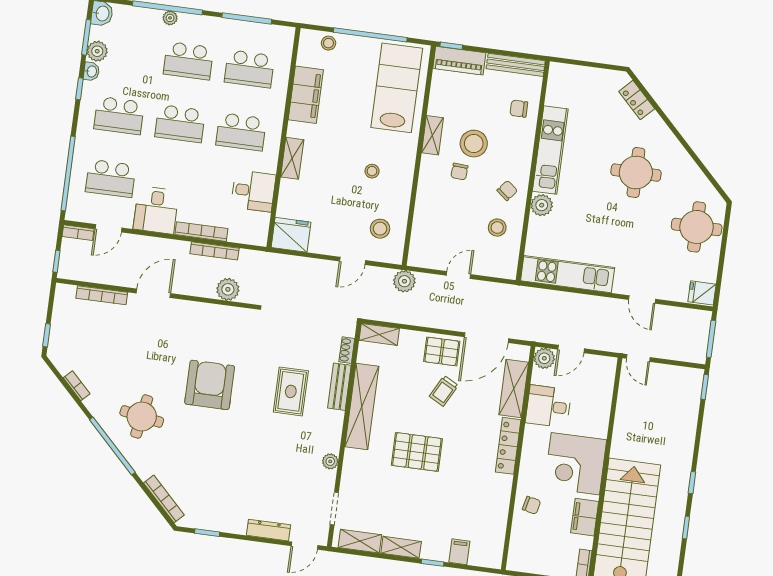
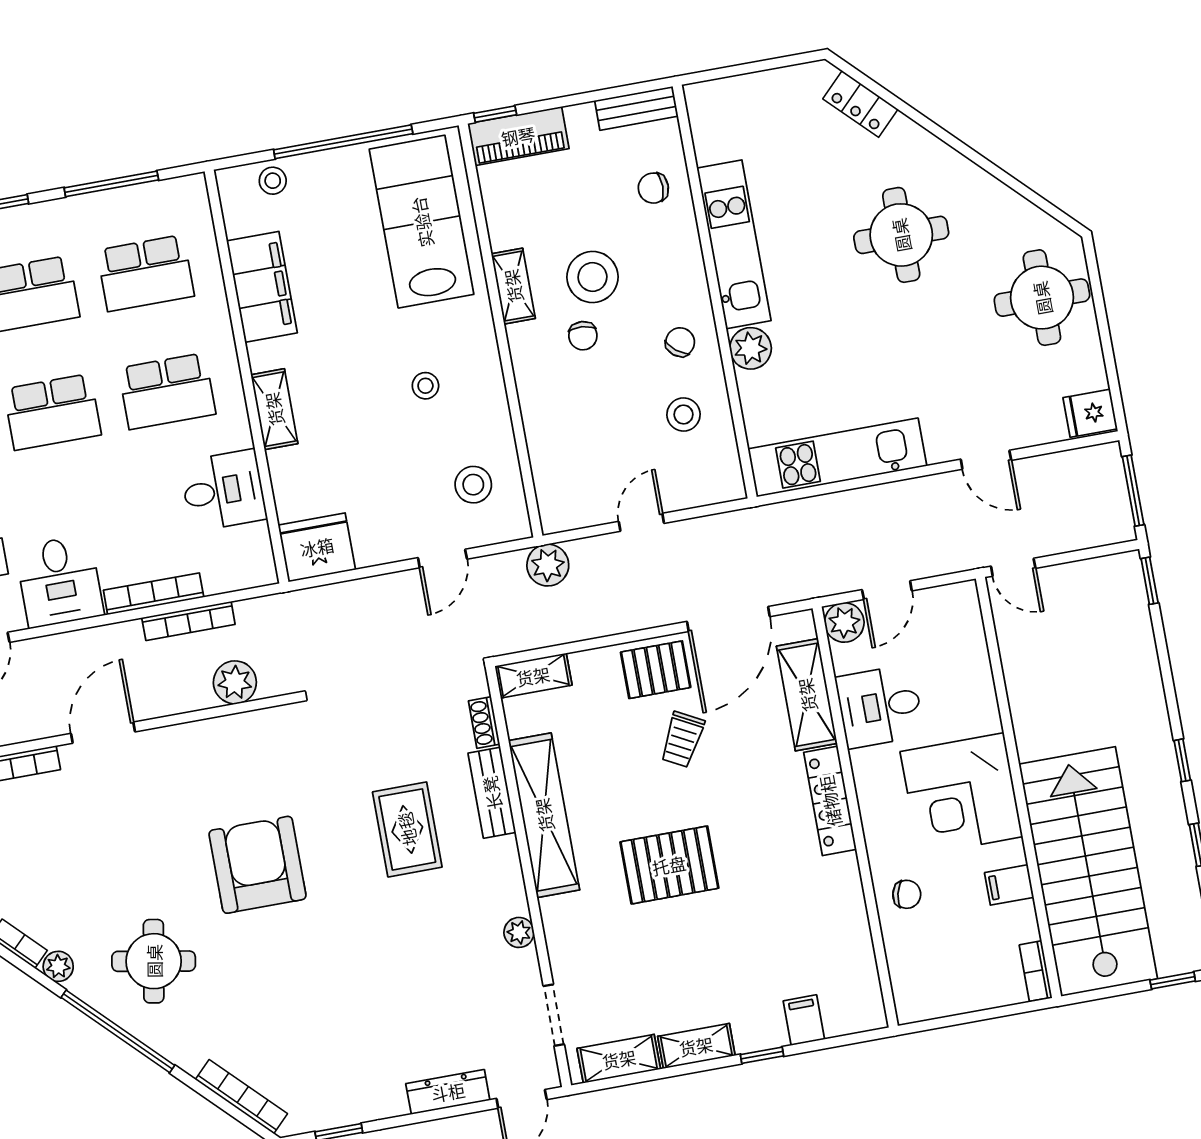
bench: (516, 65) -> (636, 108), width x0.73
plant: (93, 404) -> (58, 966), added
filing cabinet: (585, 517) -> (1009, 885), width x0.50

